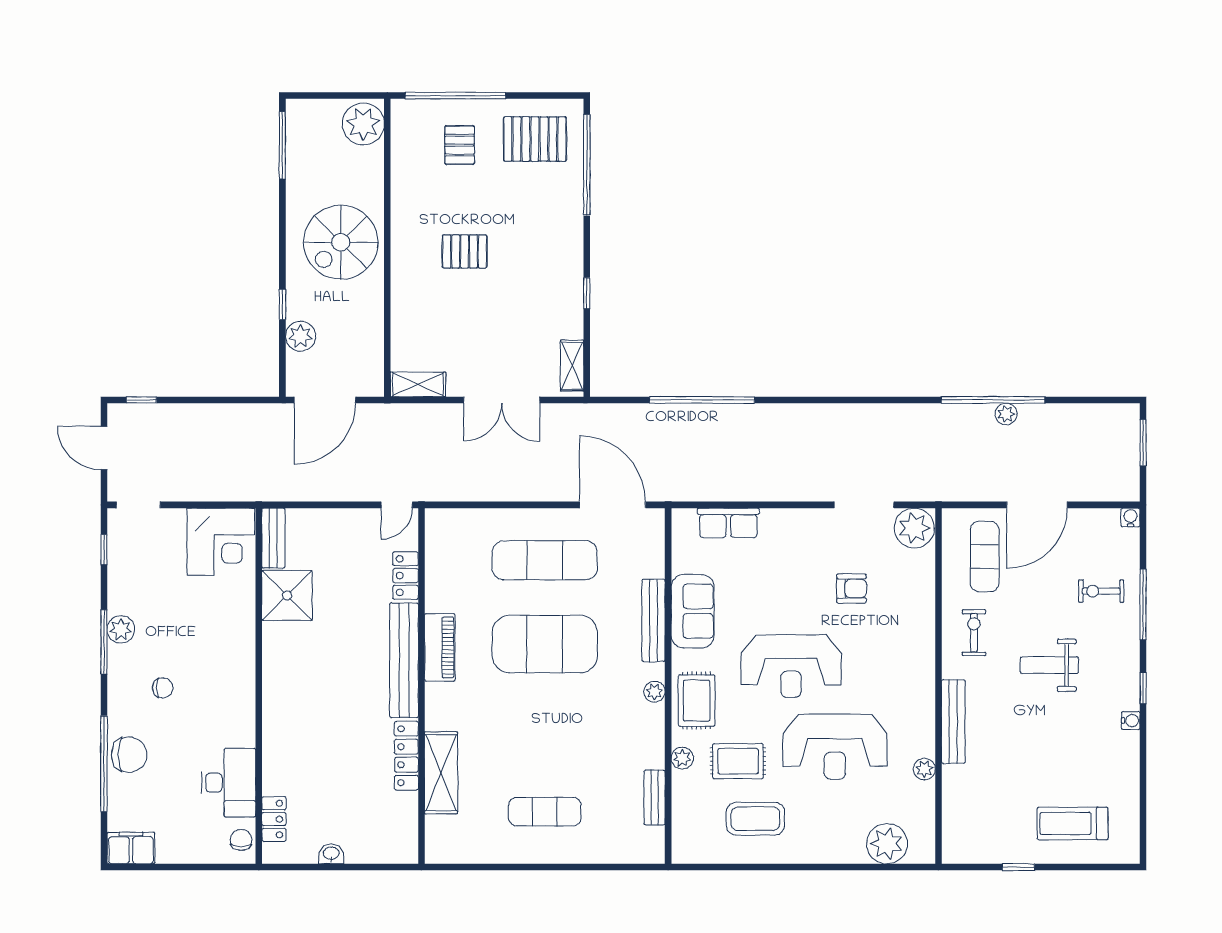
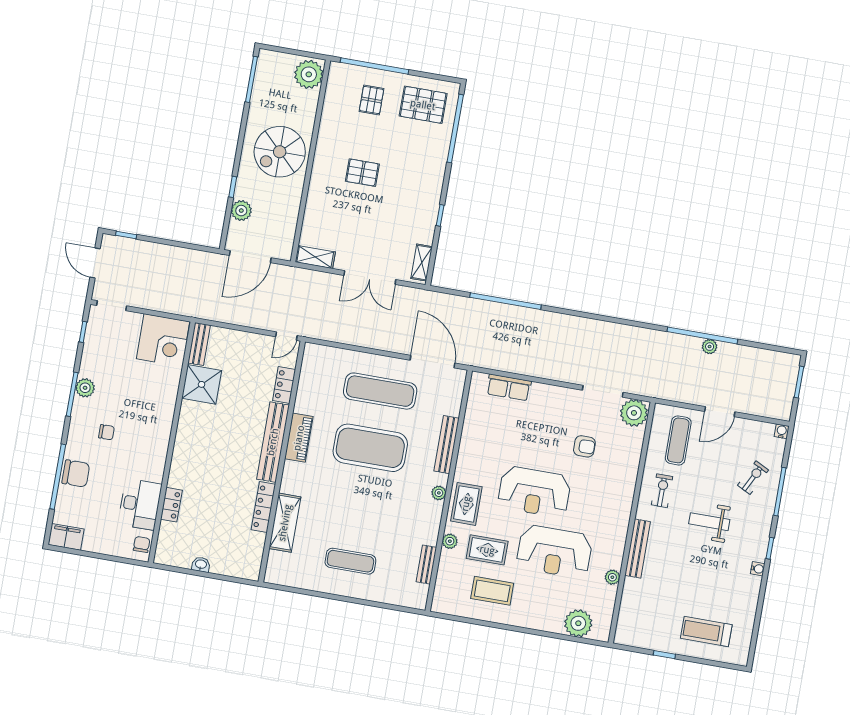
door: (1037, 505) -> (720, 412), width x0.73
exercise bike: (1101, 591) -> (753, 478), turned 117
sofa: (693, 611) -> (474, 443), removed
locker: (274, 819) -> (171, 505), moved

